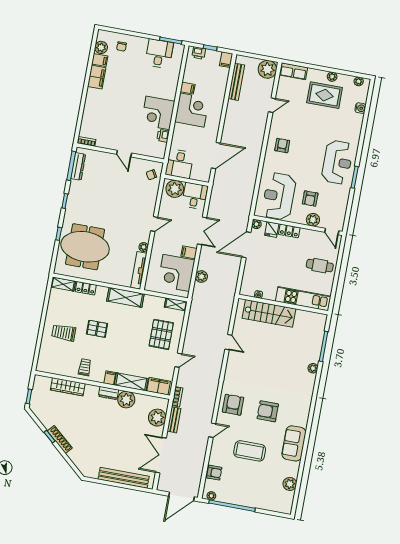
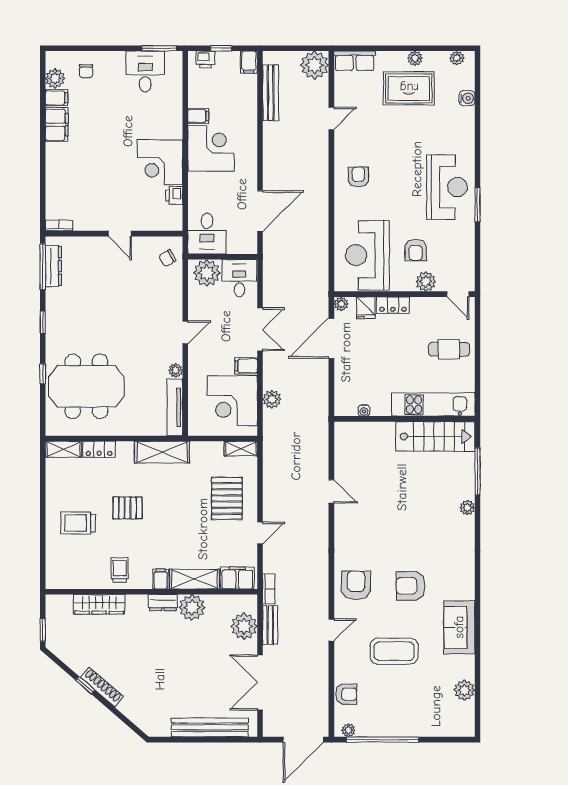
stairs: (269, 313) -> (435, 436), moved

